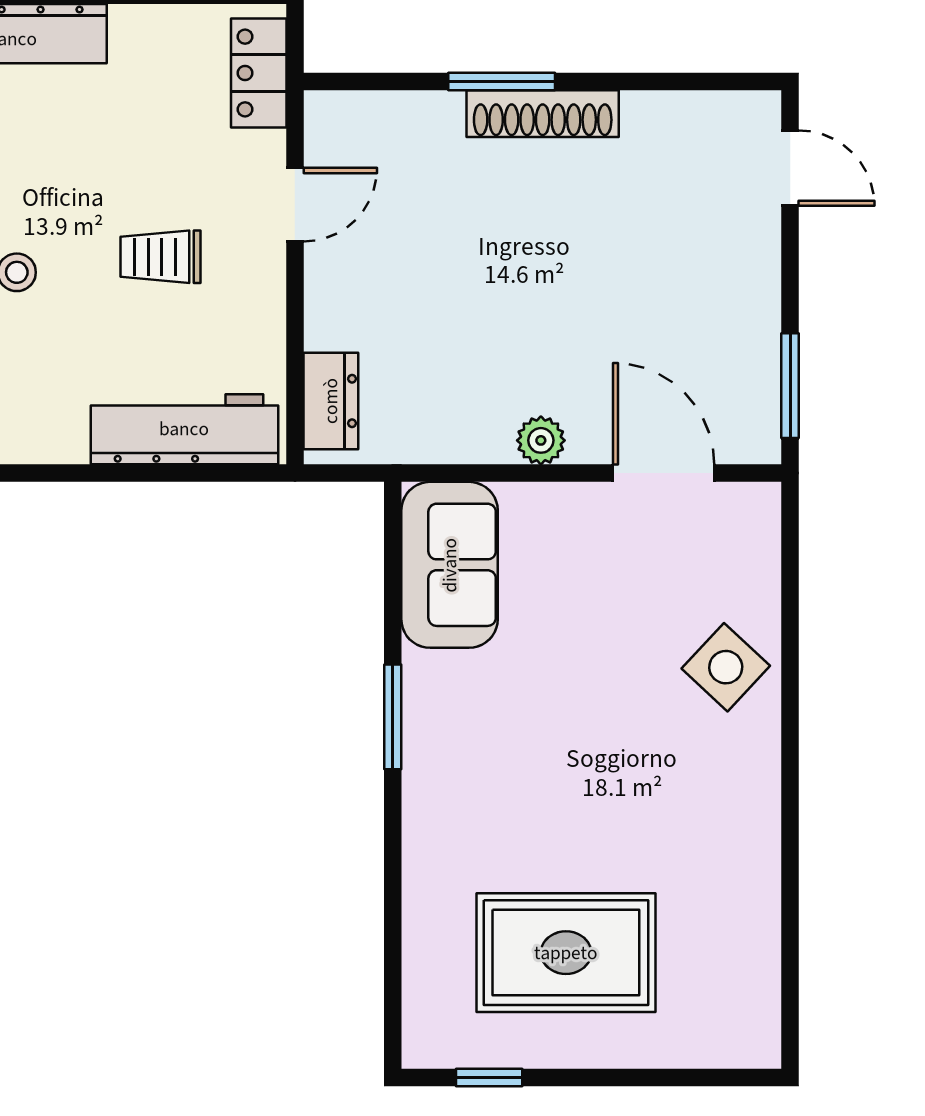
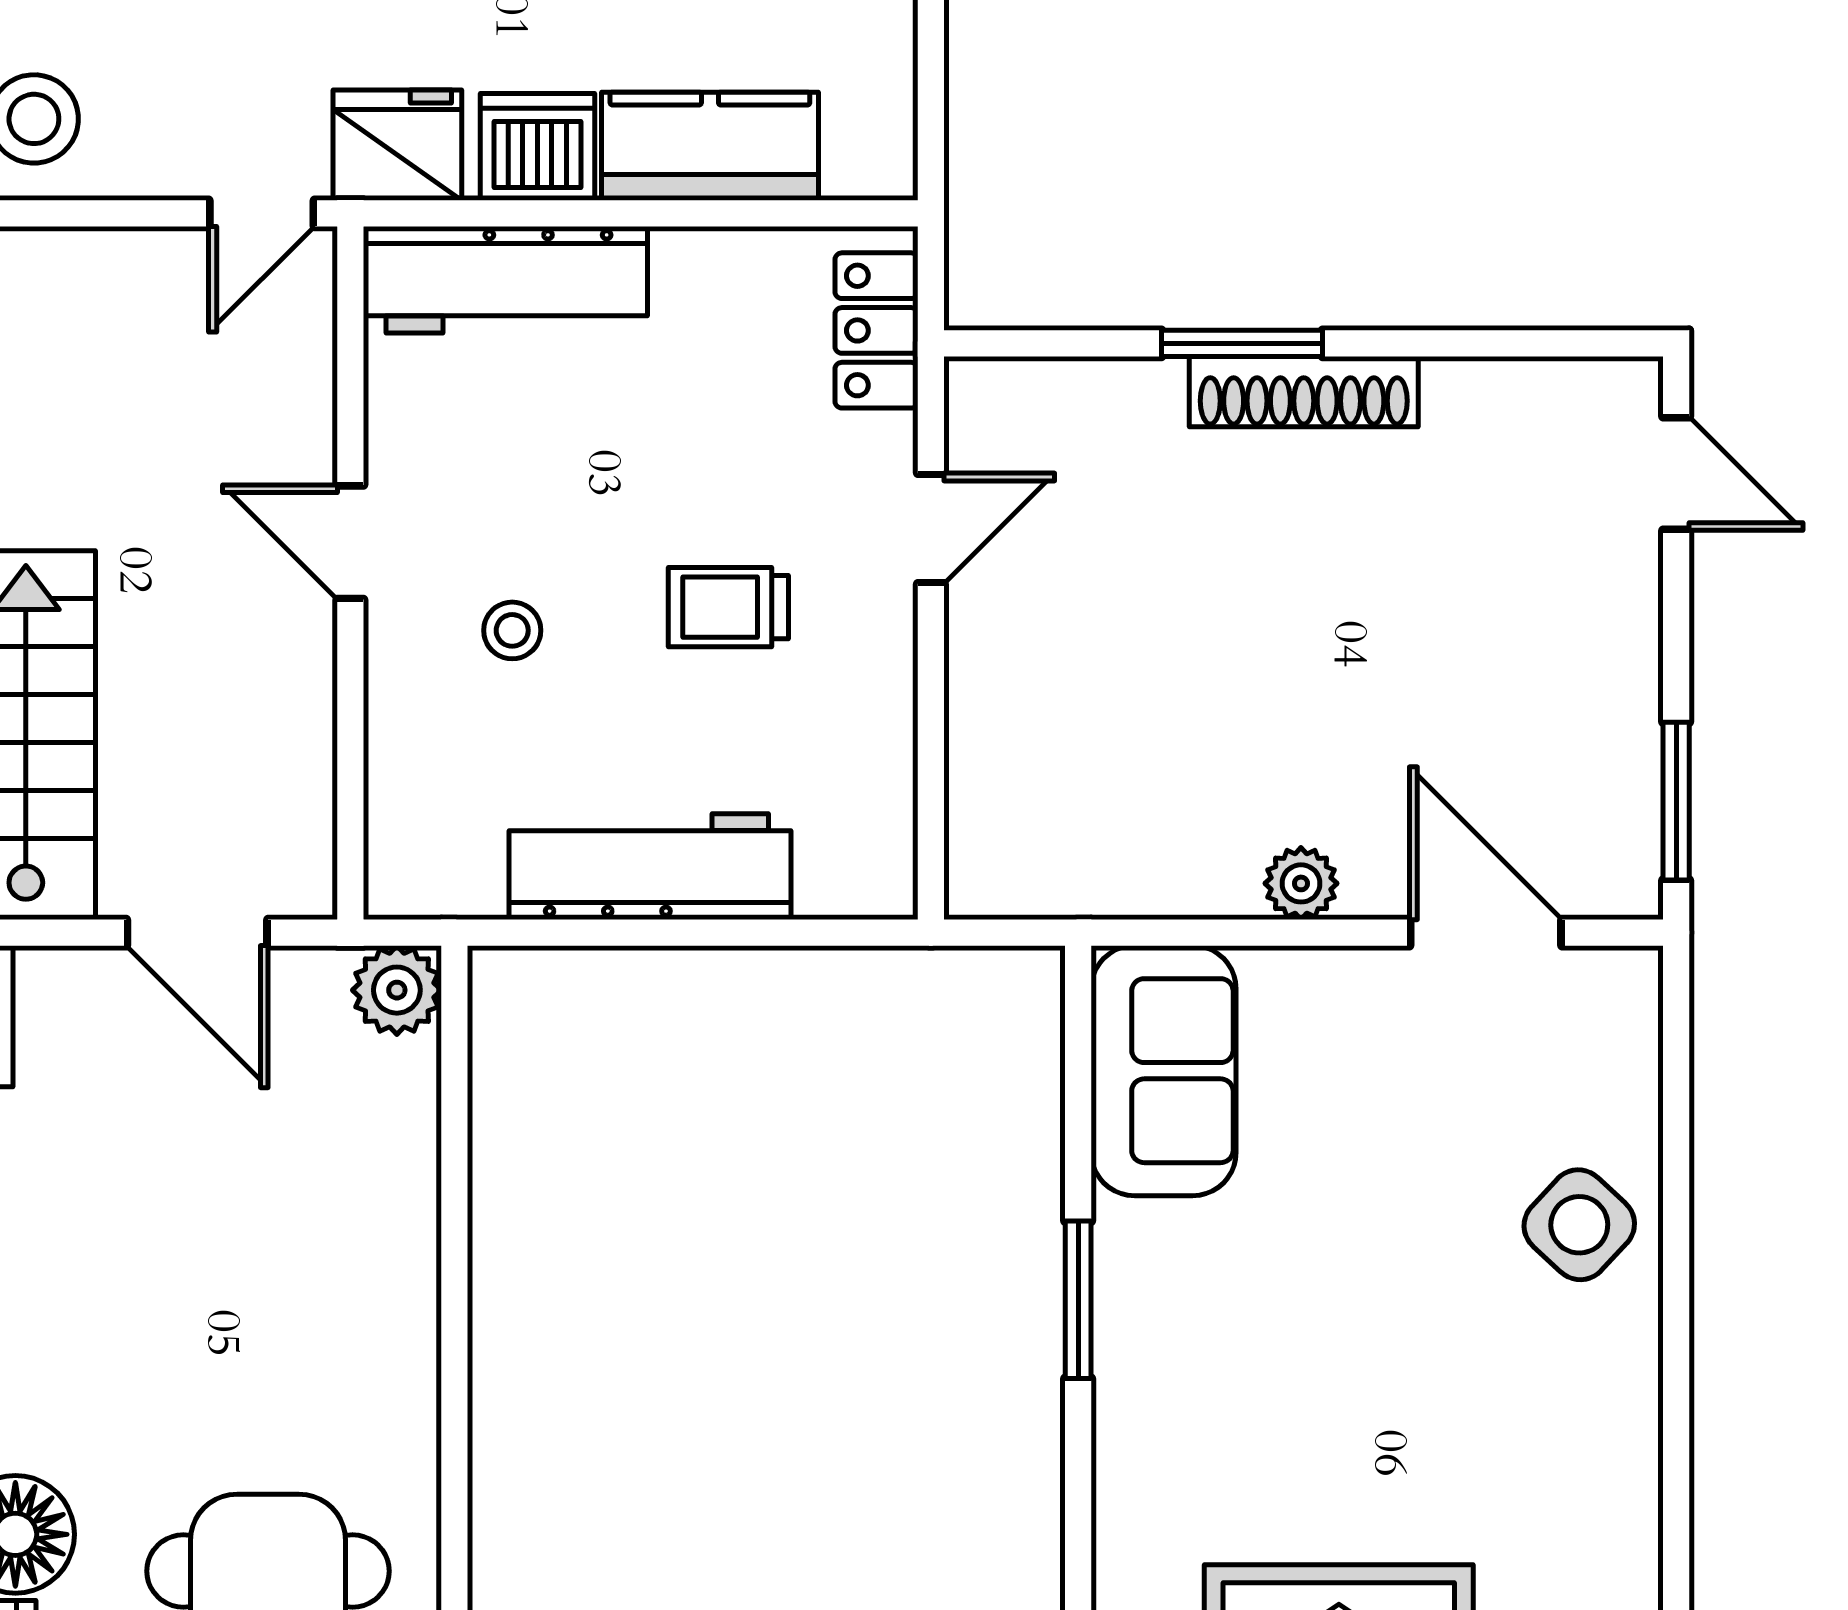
dresser: (331, 401) -> (985, 824), removed
workbench: (184, 429) -> (650, 867), moved

